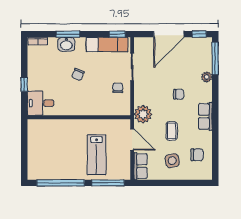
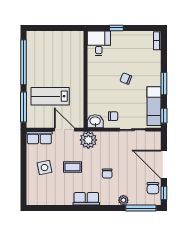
window: (68, 34) -> (164, 83), moved
washbasin: (66, 44) -> (95, 121), moved, turned 90
door: (132, 140) -> (64, 130), swing flipped
chair: (197, 155) -> (153, 188), moved

